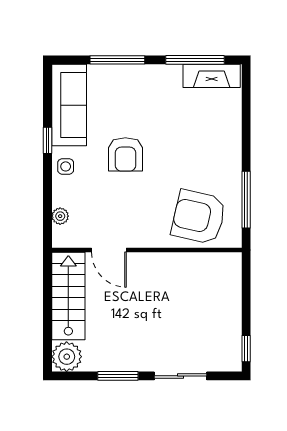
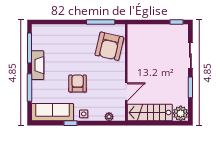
fireplace: (212, 76) -> (38, 65), moved
armchair: (125, 154) -> (78, 83), turned -90

